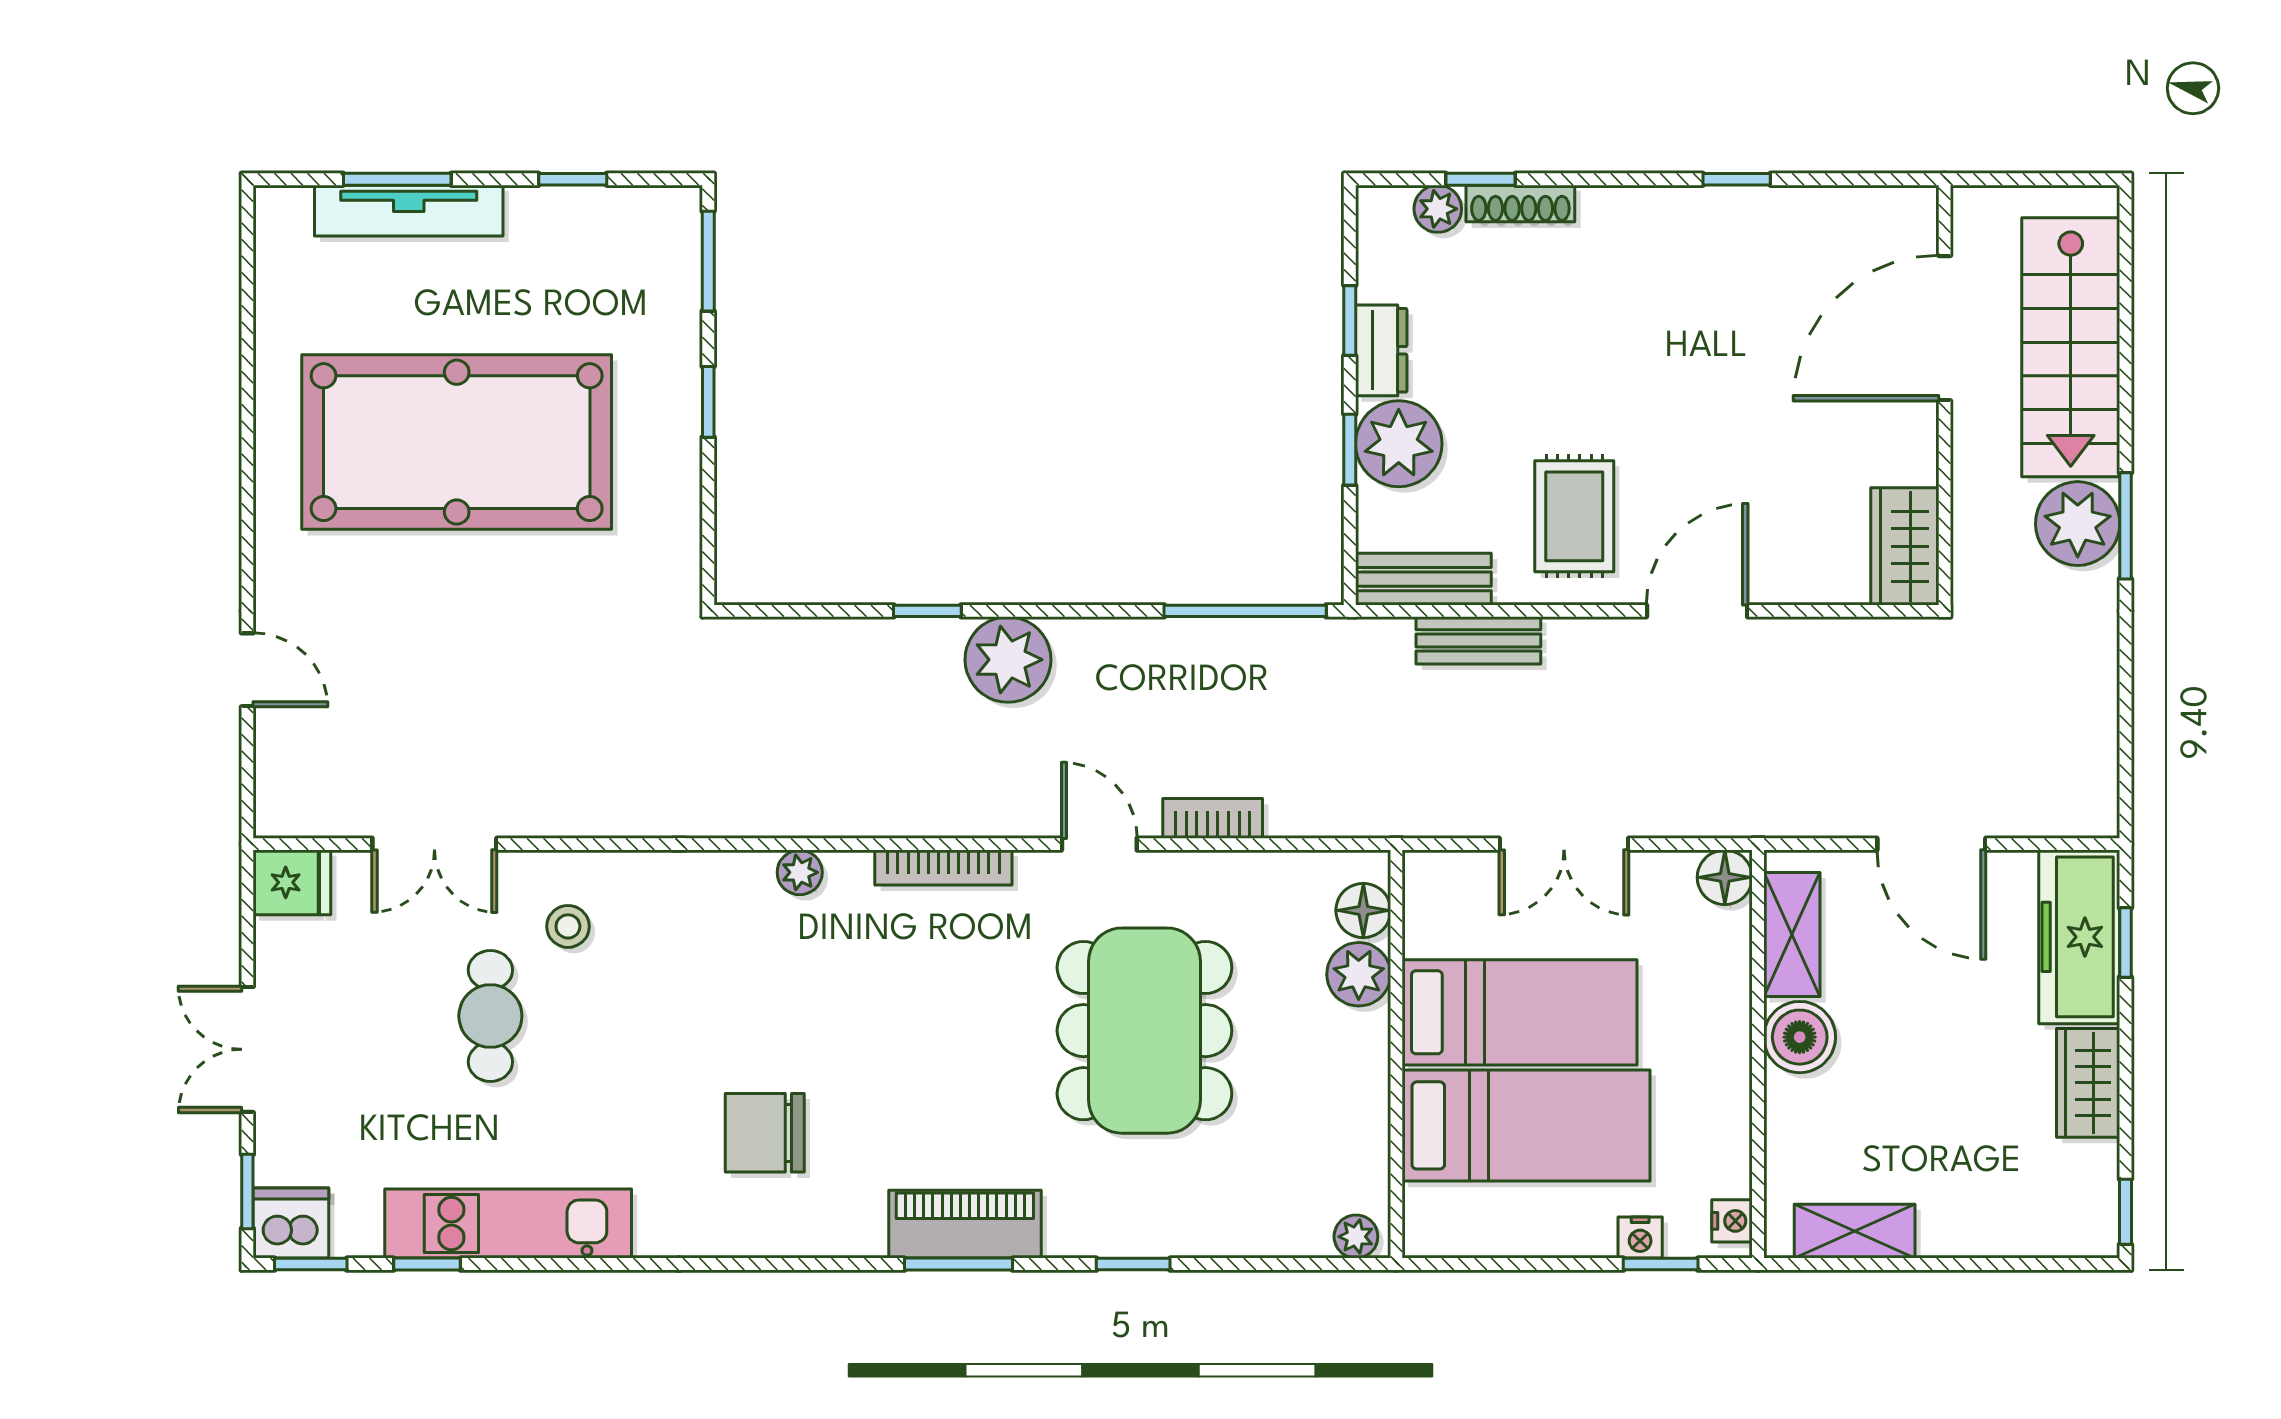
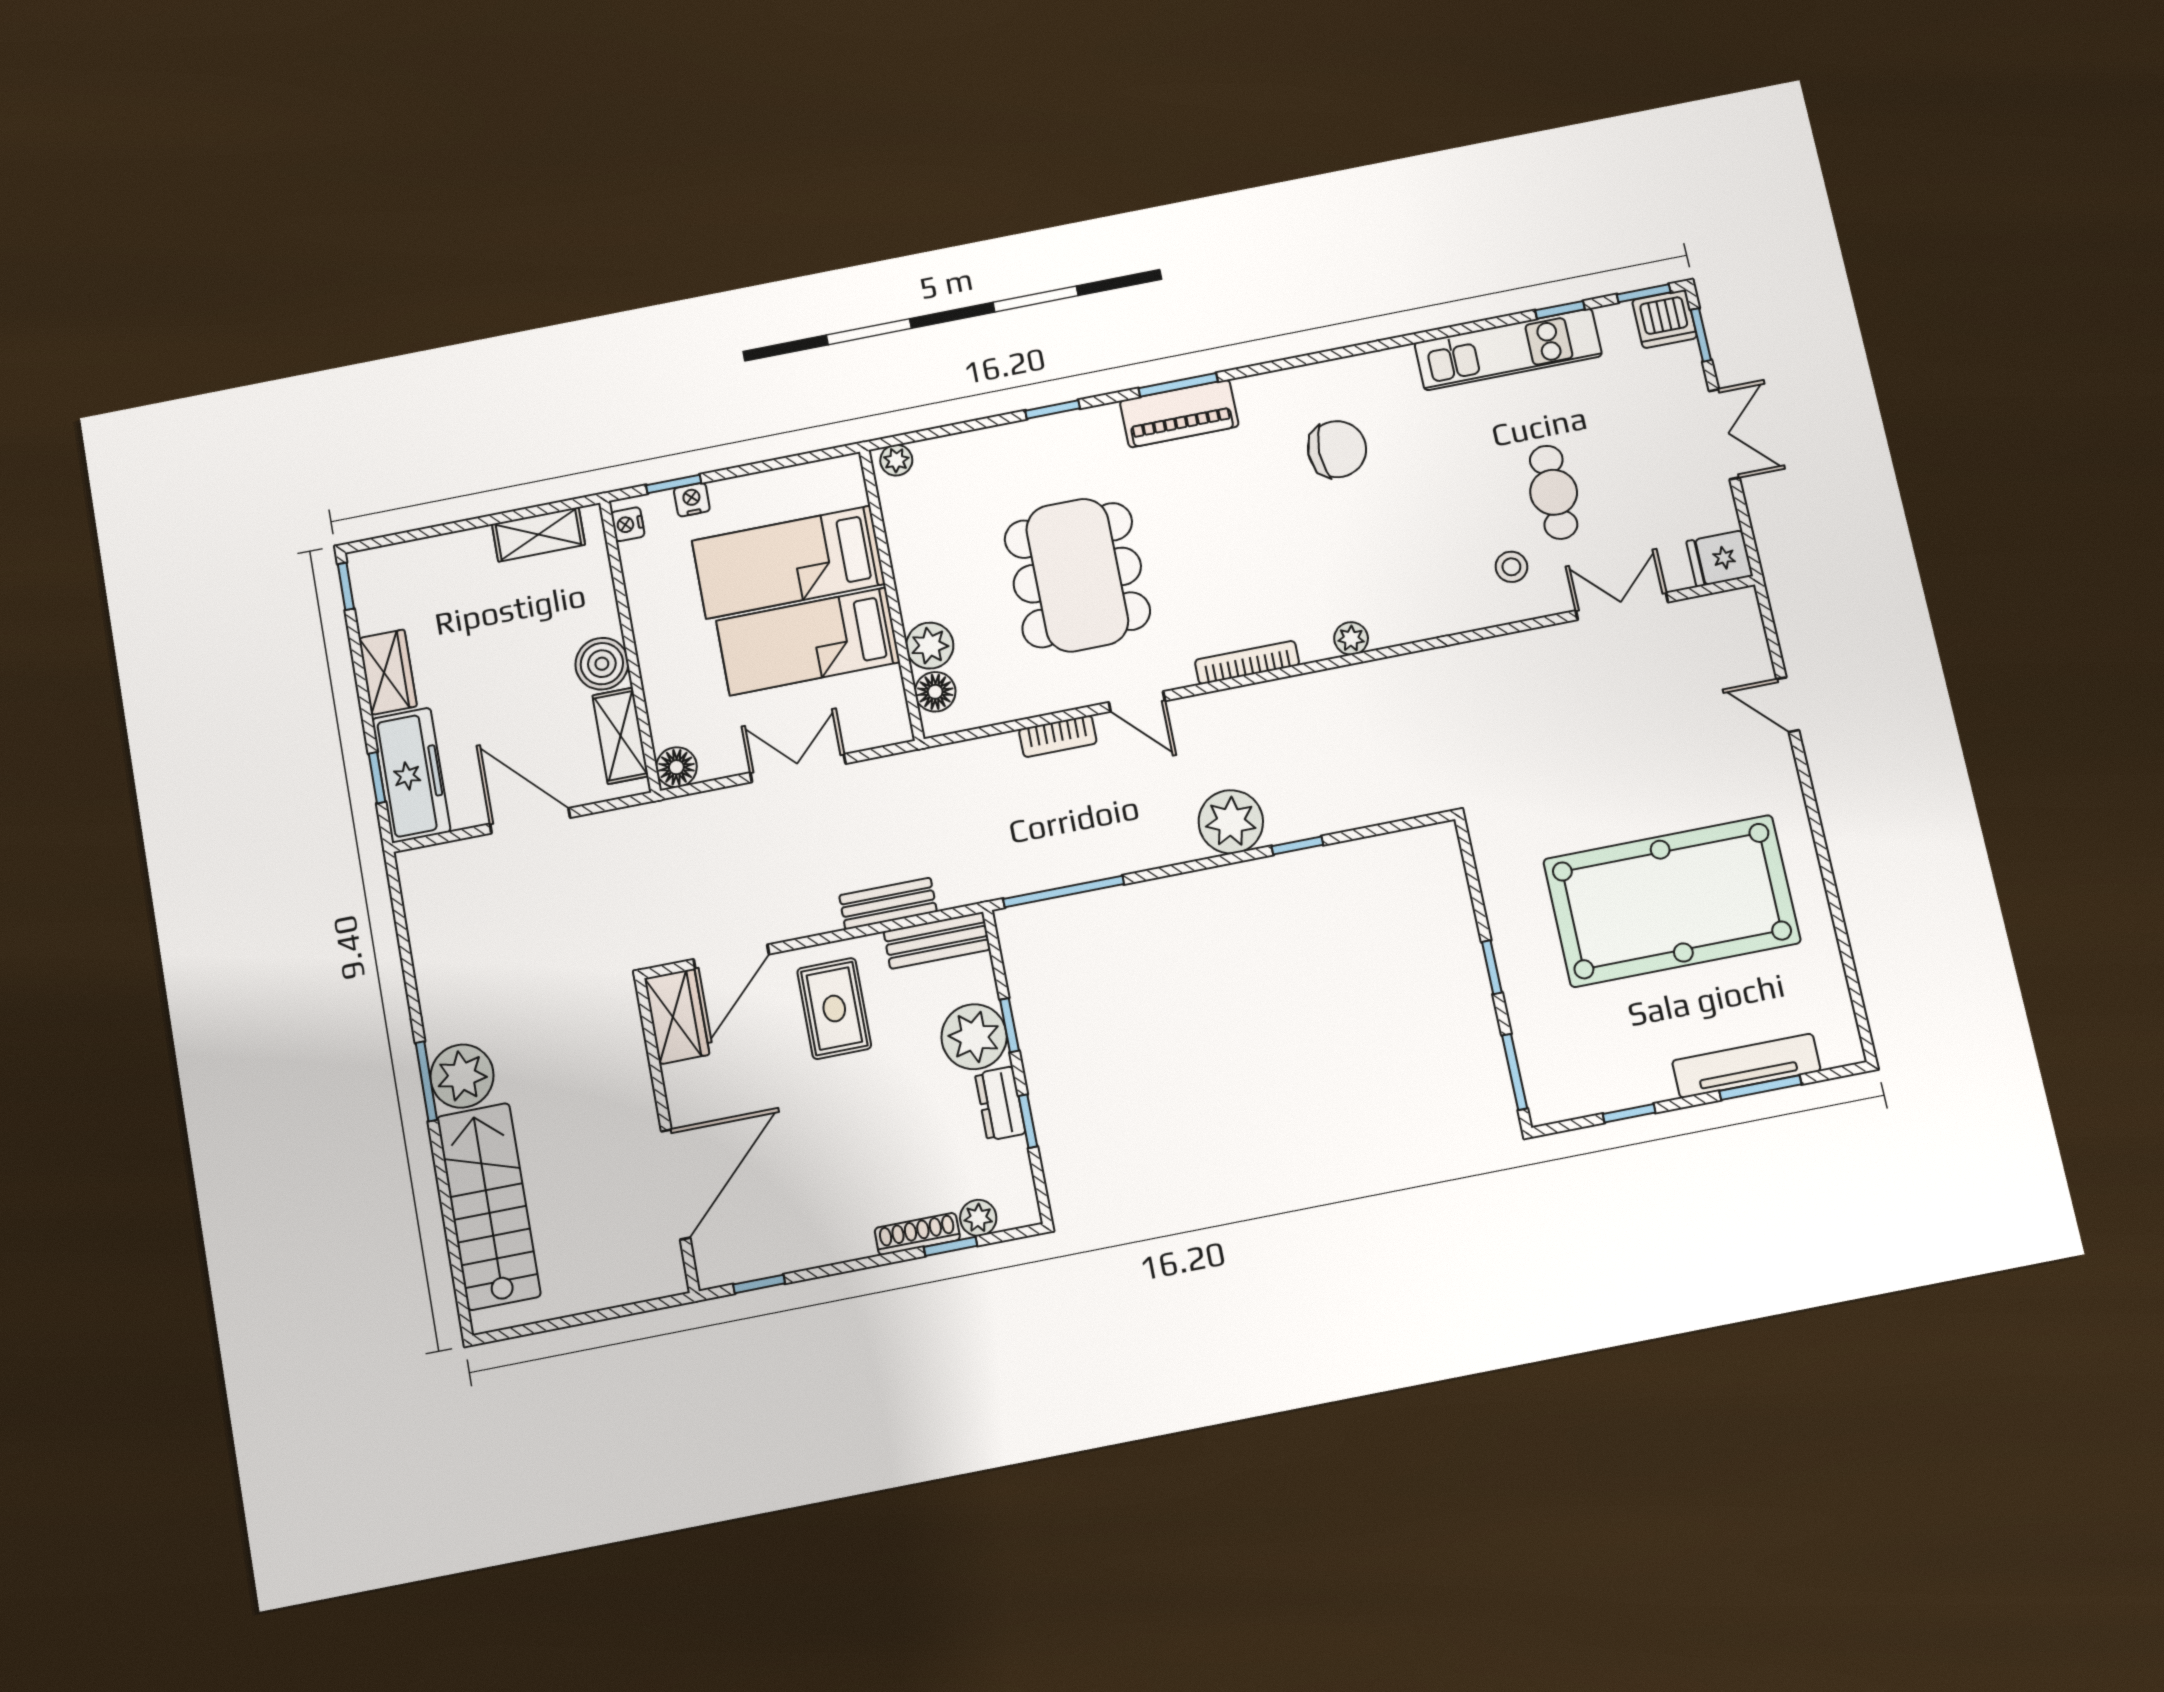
door: (1945, 328) -> (676, 1184), moved
wall: (1945, 395) -> (667, 1134), moved
wardrobe: (1905, 546) -> (677, 1016), moved

